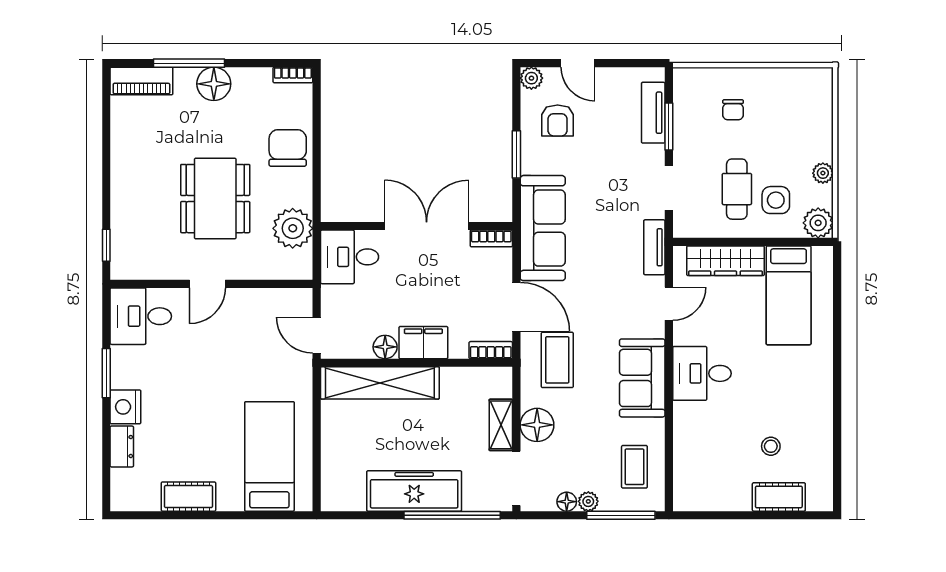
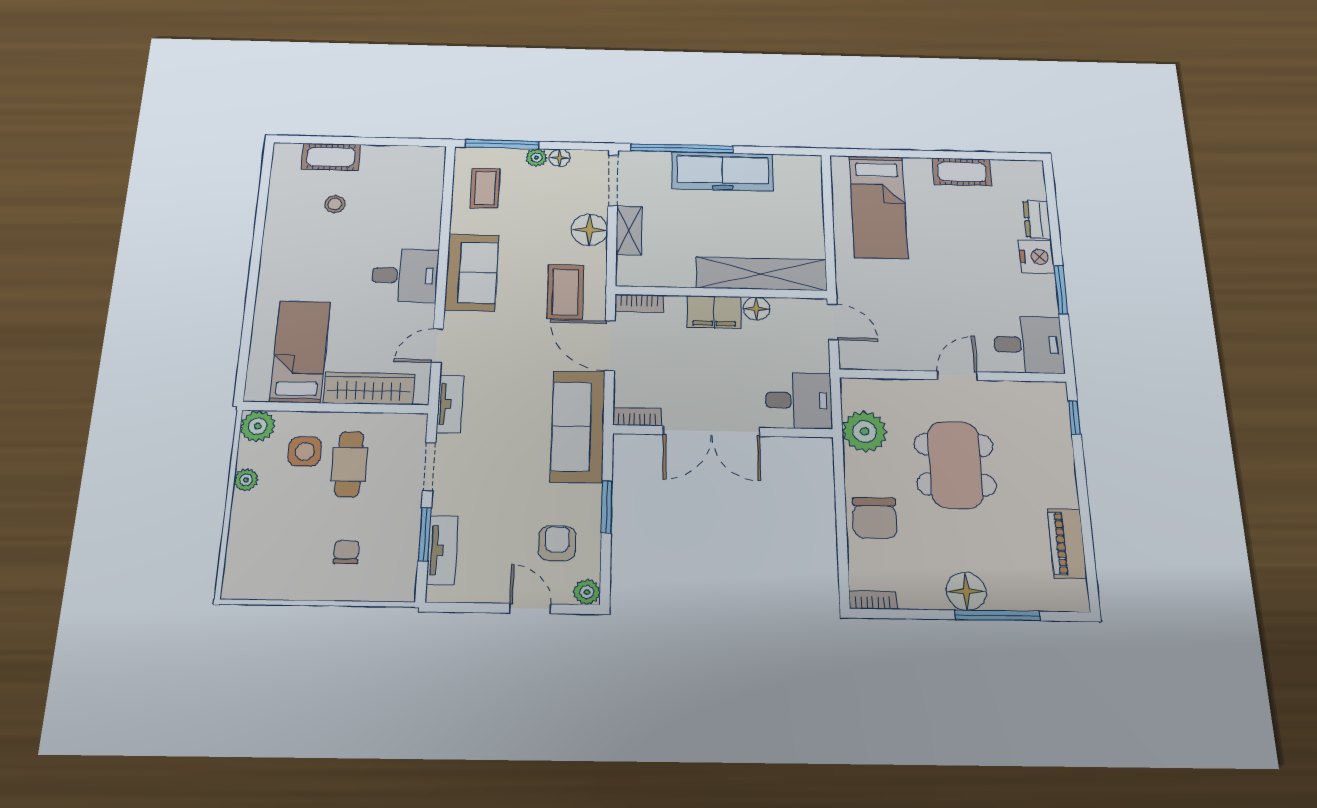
piano: (141, 81) -> (1067, 543), moved, turned -90

